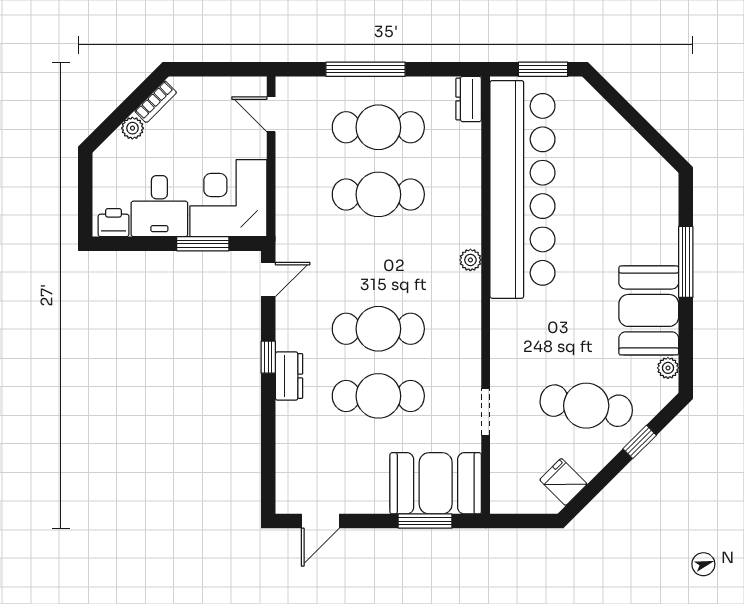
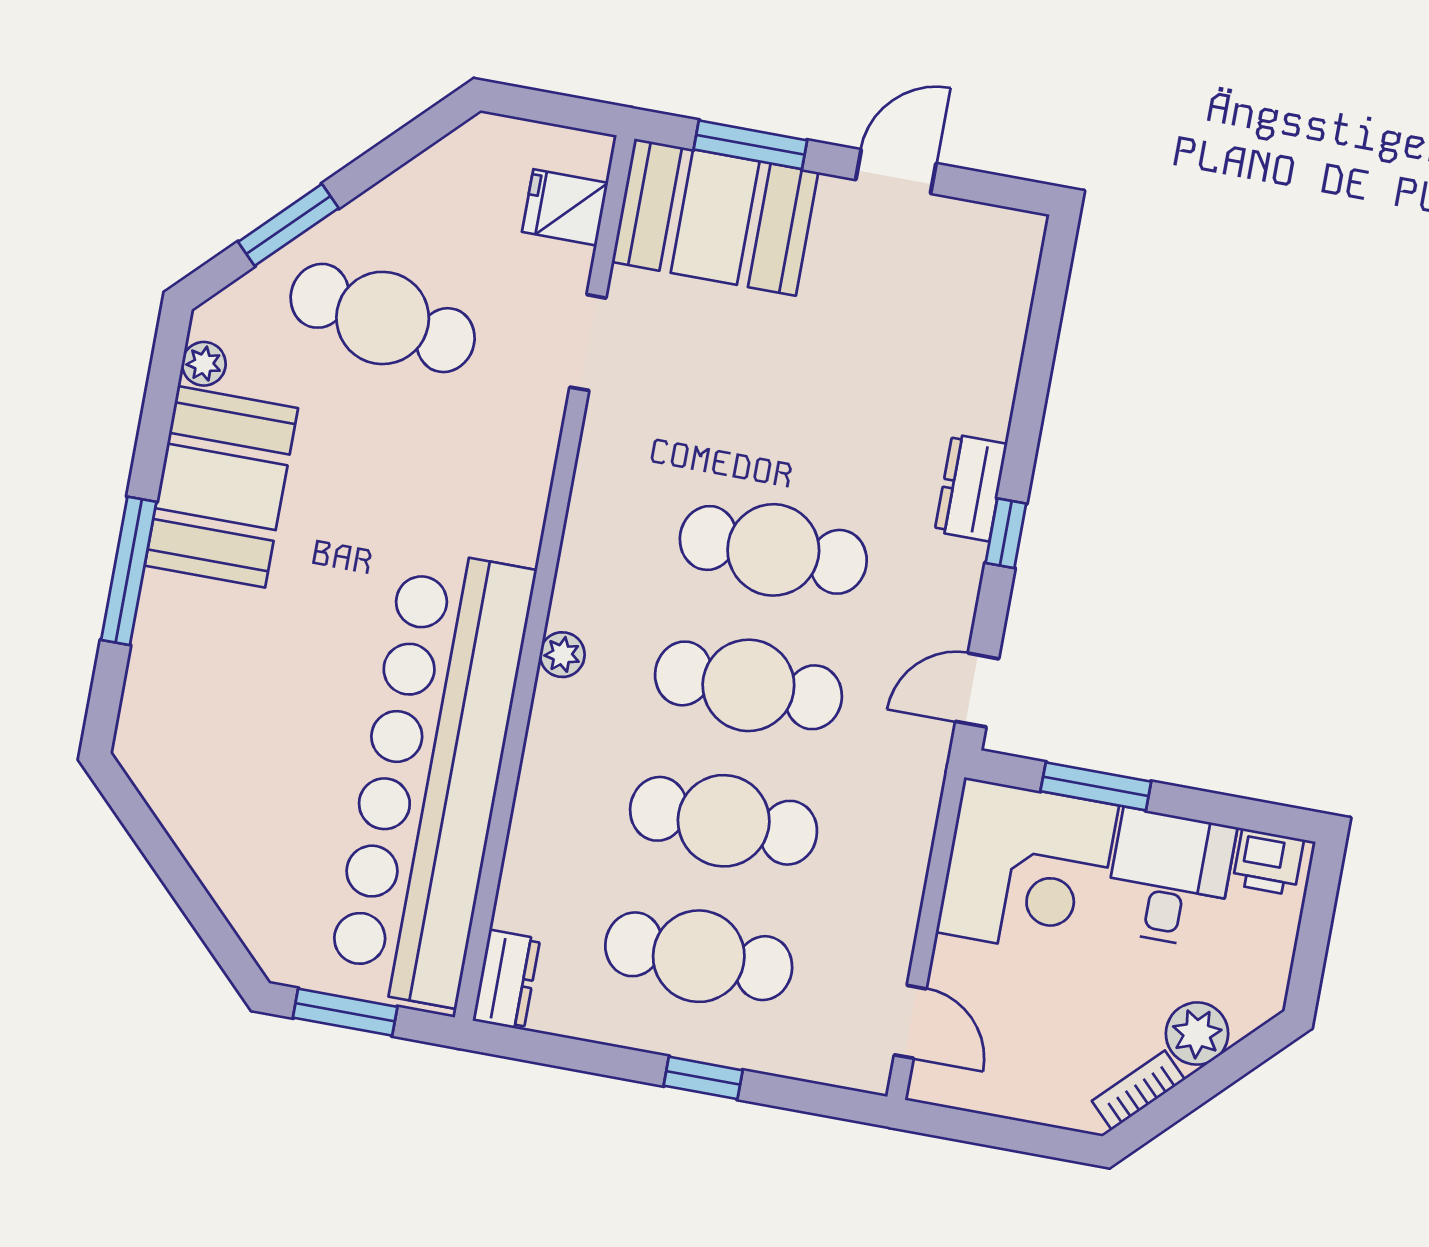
window: (366, 69) -> (703, 1078), width x0.46
plant: (132, 128) -> (1197, 1034), width x1.38, depth x1.38
cafe table: (378, 396) -> (748, 685), moved
window: (640, 442) -> (288, 225), width x1.50
fridge: (563, 482) -> (565, 207), moved, turned 135
door: (320, 521) -> (896, 172), moved

